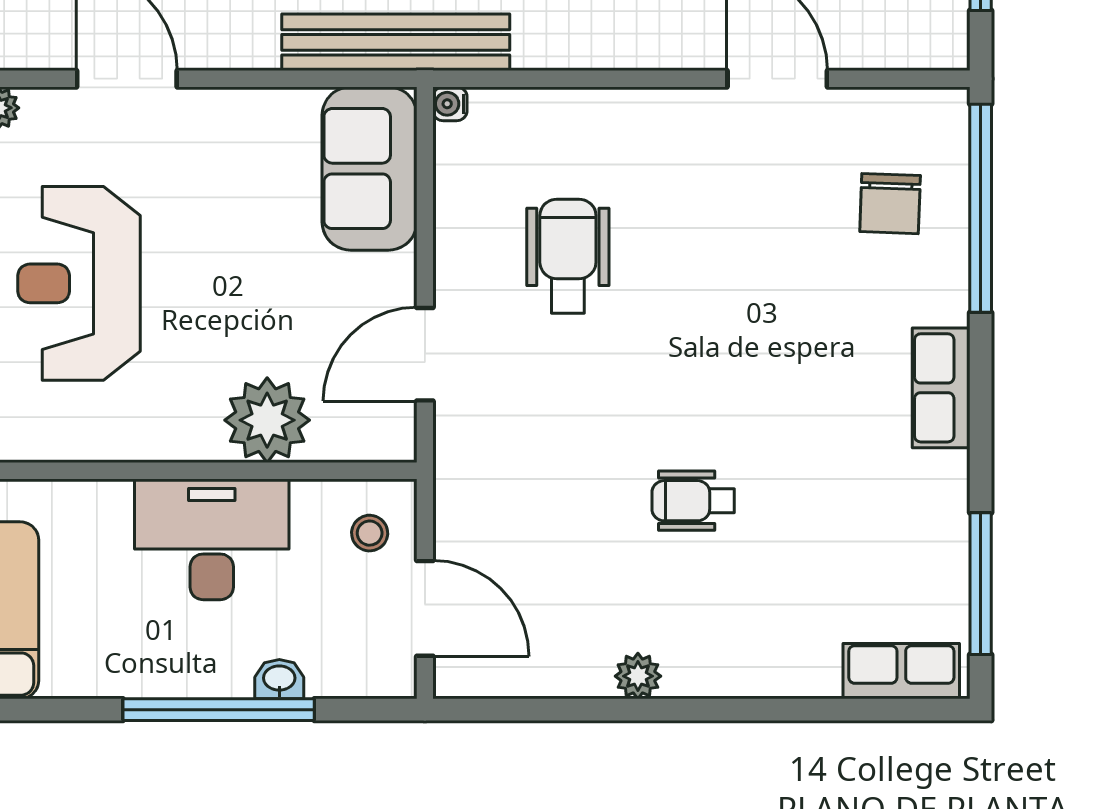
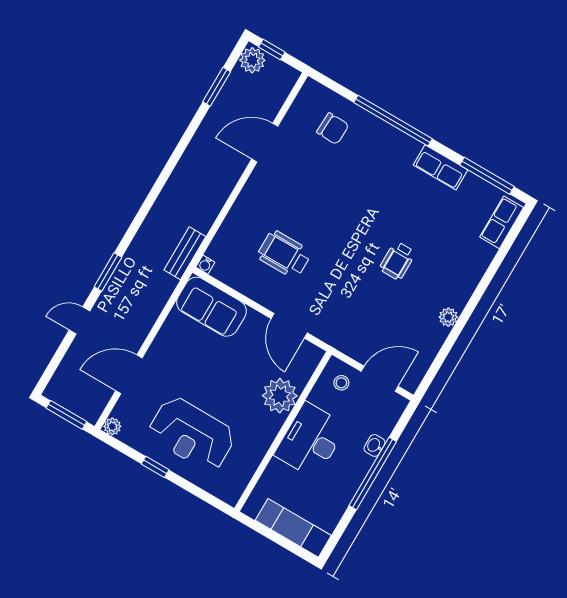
bench: (396, 42) -> (185, 253), width x0.54, depth x0.82
window: (981, 208) -> (393, 121), moved
row of seats: (941, 388) -> (441, 167), moved

